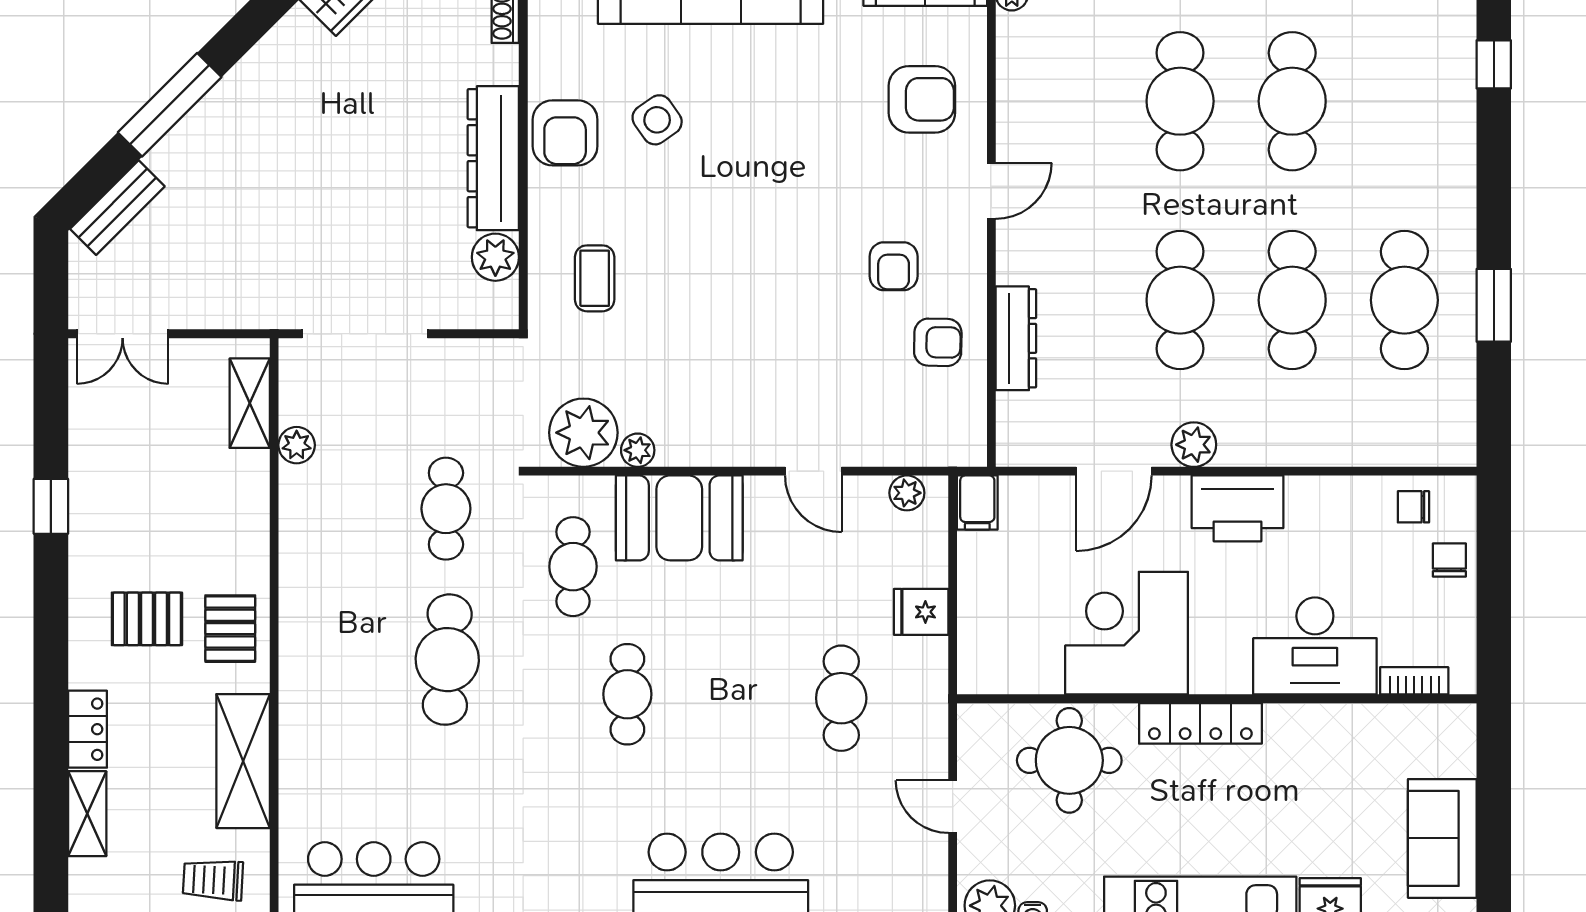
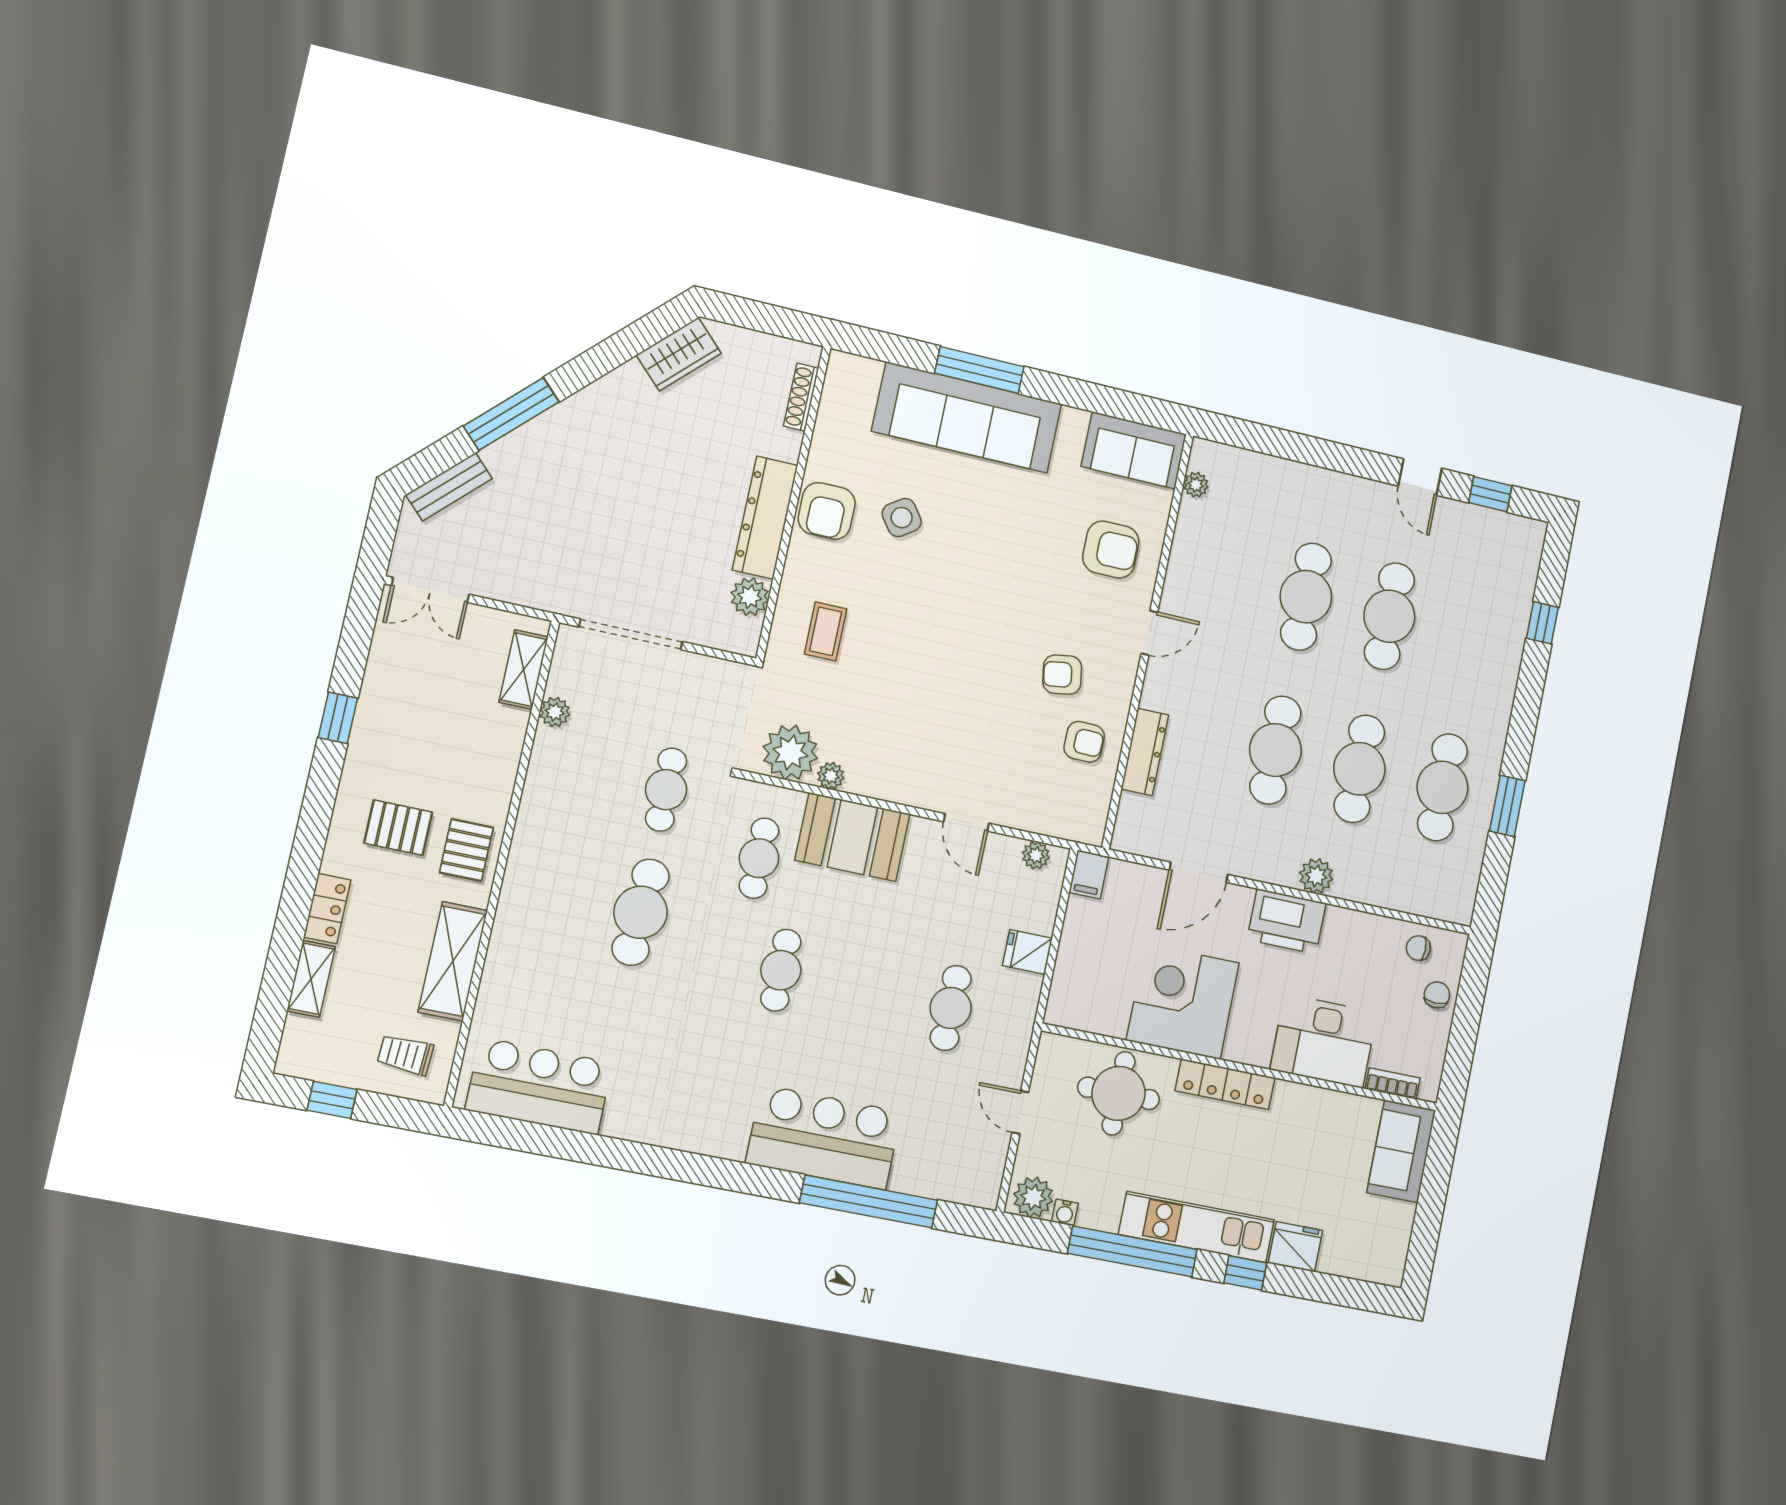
armchair: (894, 266) -> (1062, 675), turned 81
plant: (1194, 445) -> (1316, 876), moved
sofa: (1442, 838) -> (1401, 1151), moved

